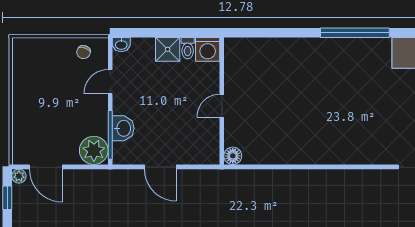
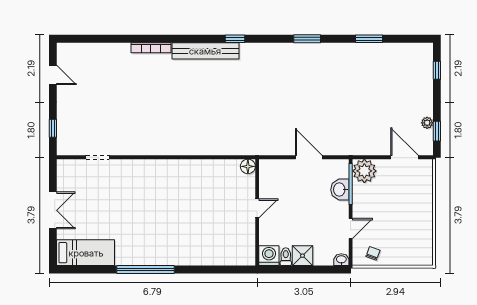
plant: (19, 176) -> (427, 123), moved

